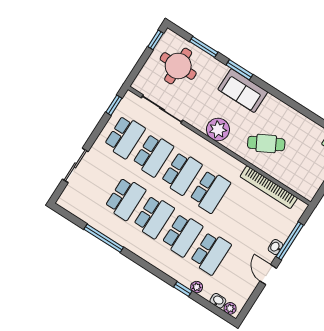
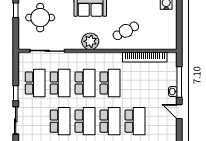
window: (114, 105) -> (16, 93), moved

